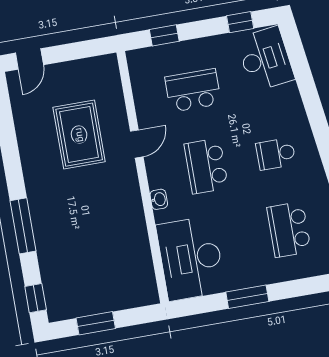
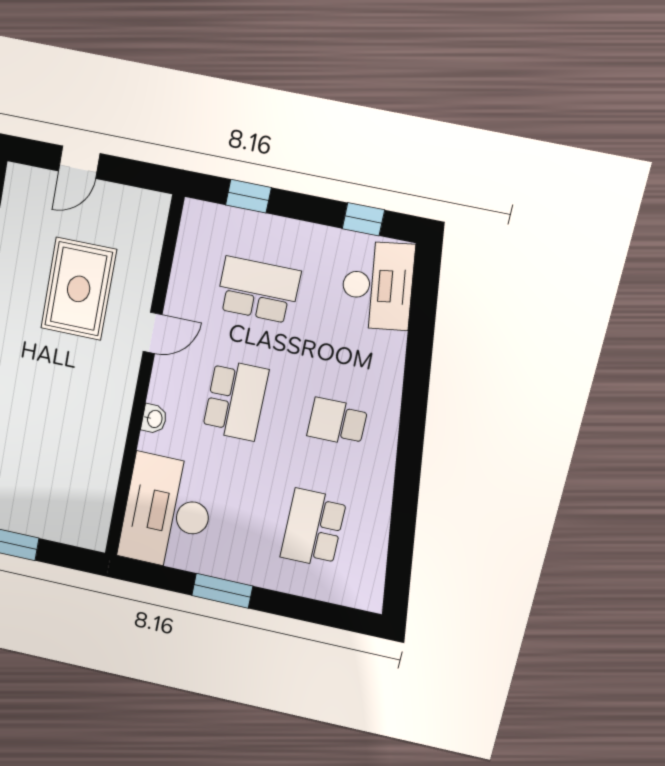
door: (29, 59) -> (79, 162), moved
school desk: (206, 166) -> (235, 400), turned 180

